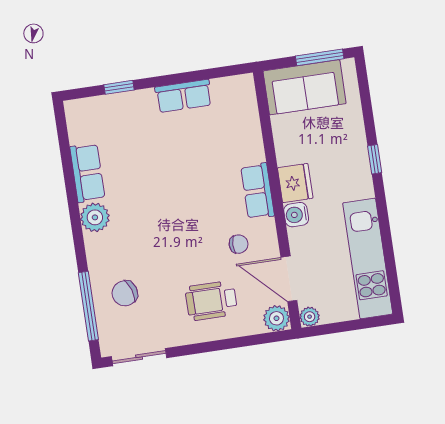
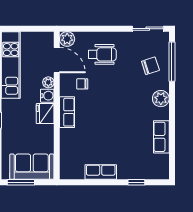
plant: (95, 217) -> (161, 99), moved
plant: (310, 317) -> (48, 82), moved

